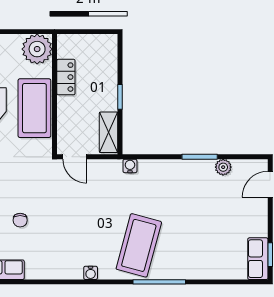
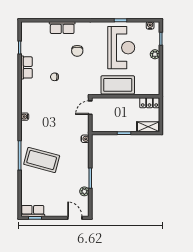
plant: (37, 49) -> (151, 86), removed
locker: (66, 77) -> (149, 103), moved
shelving: (109, 132) -> (148, 127), moved
coffee table: (139, 245) -> (42, 160), moved

